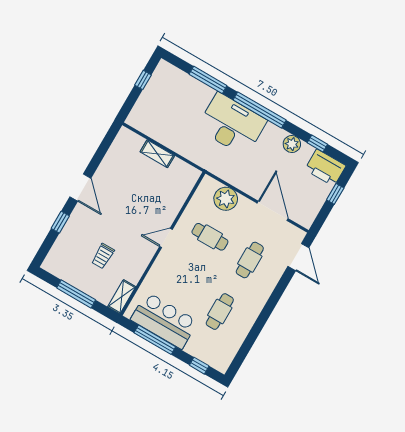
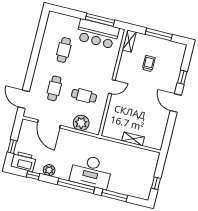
window: (199, 366) -> (67, 12), removed

